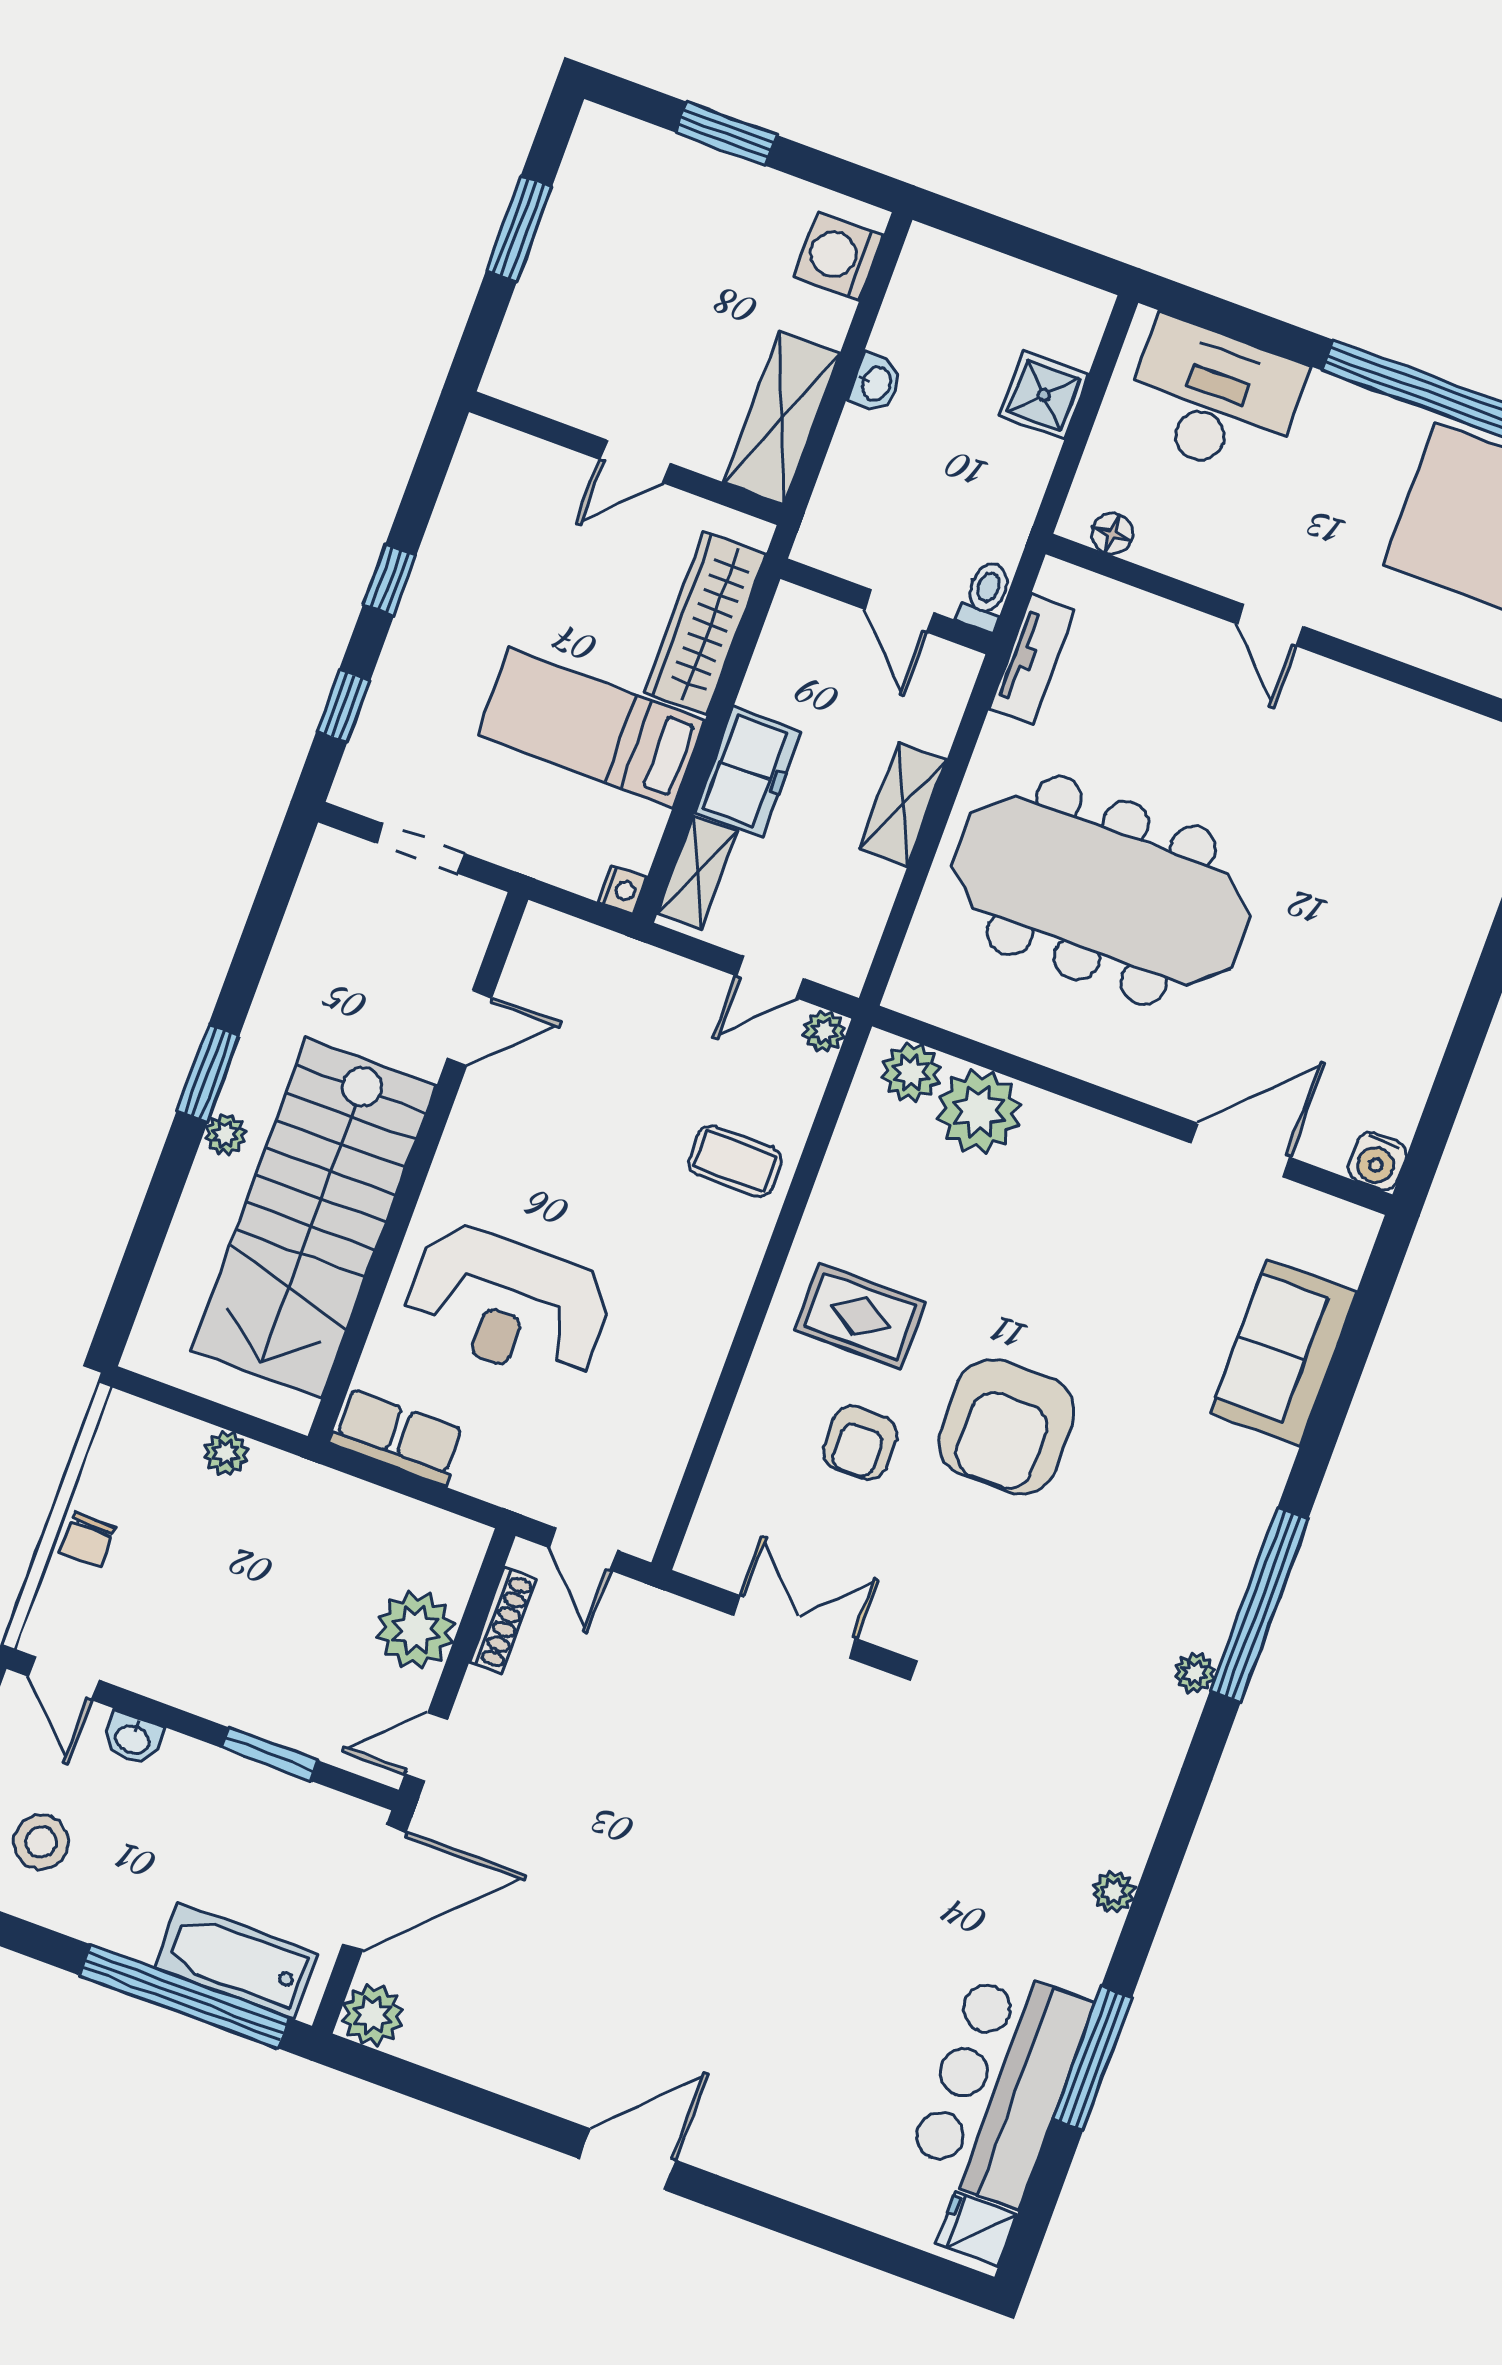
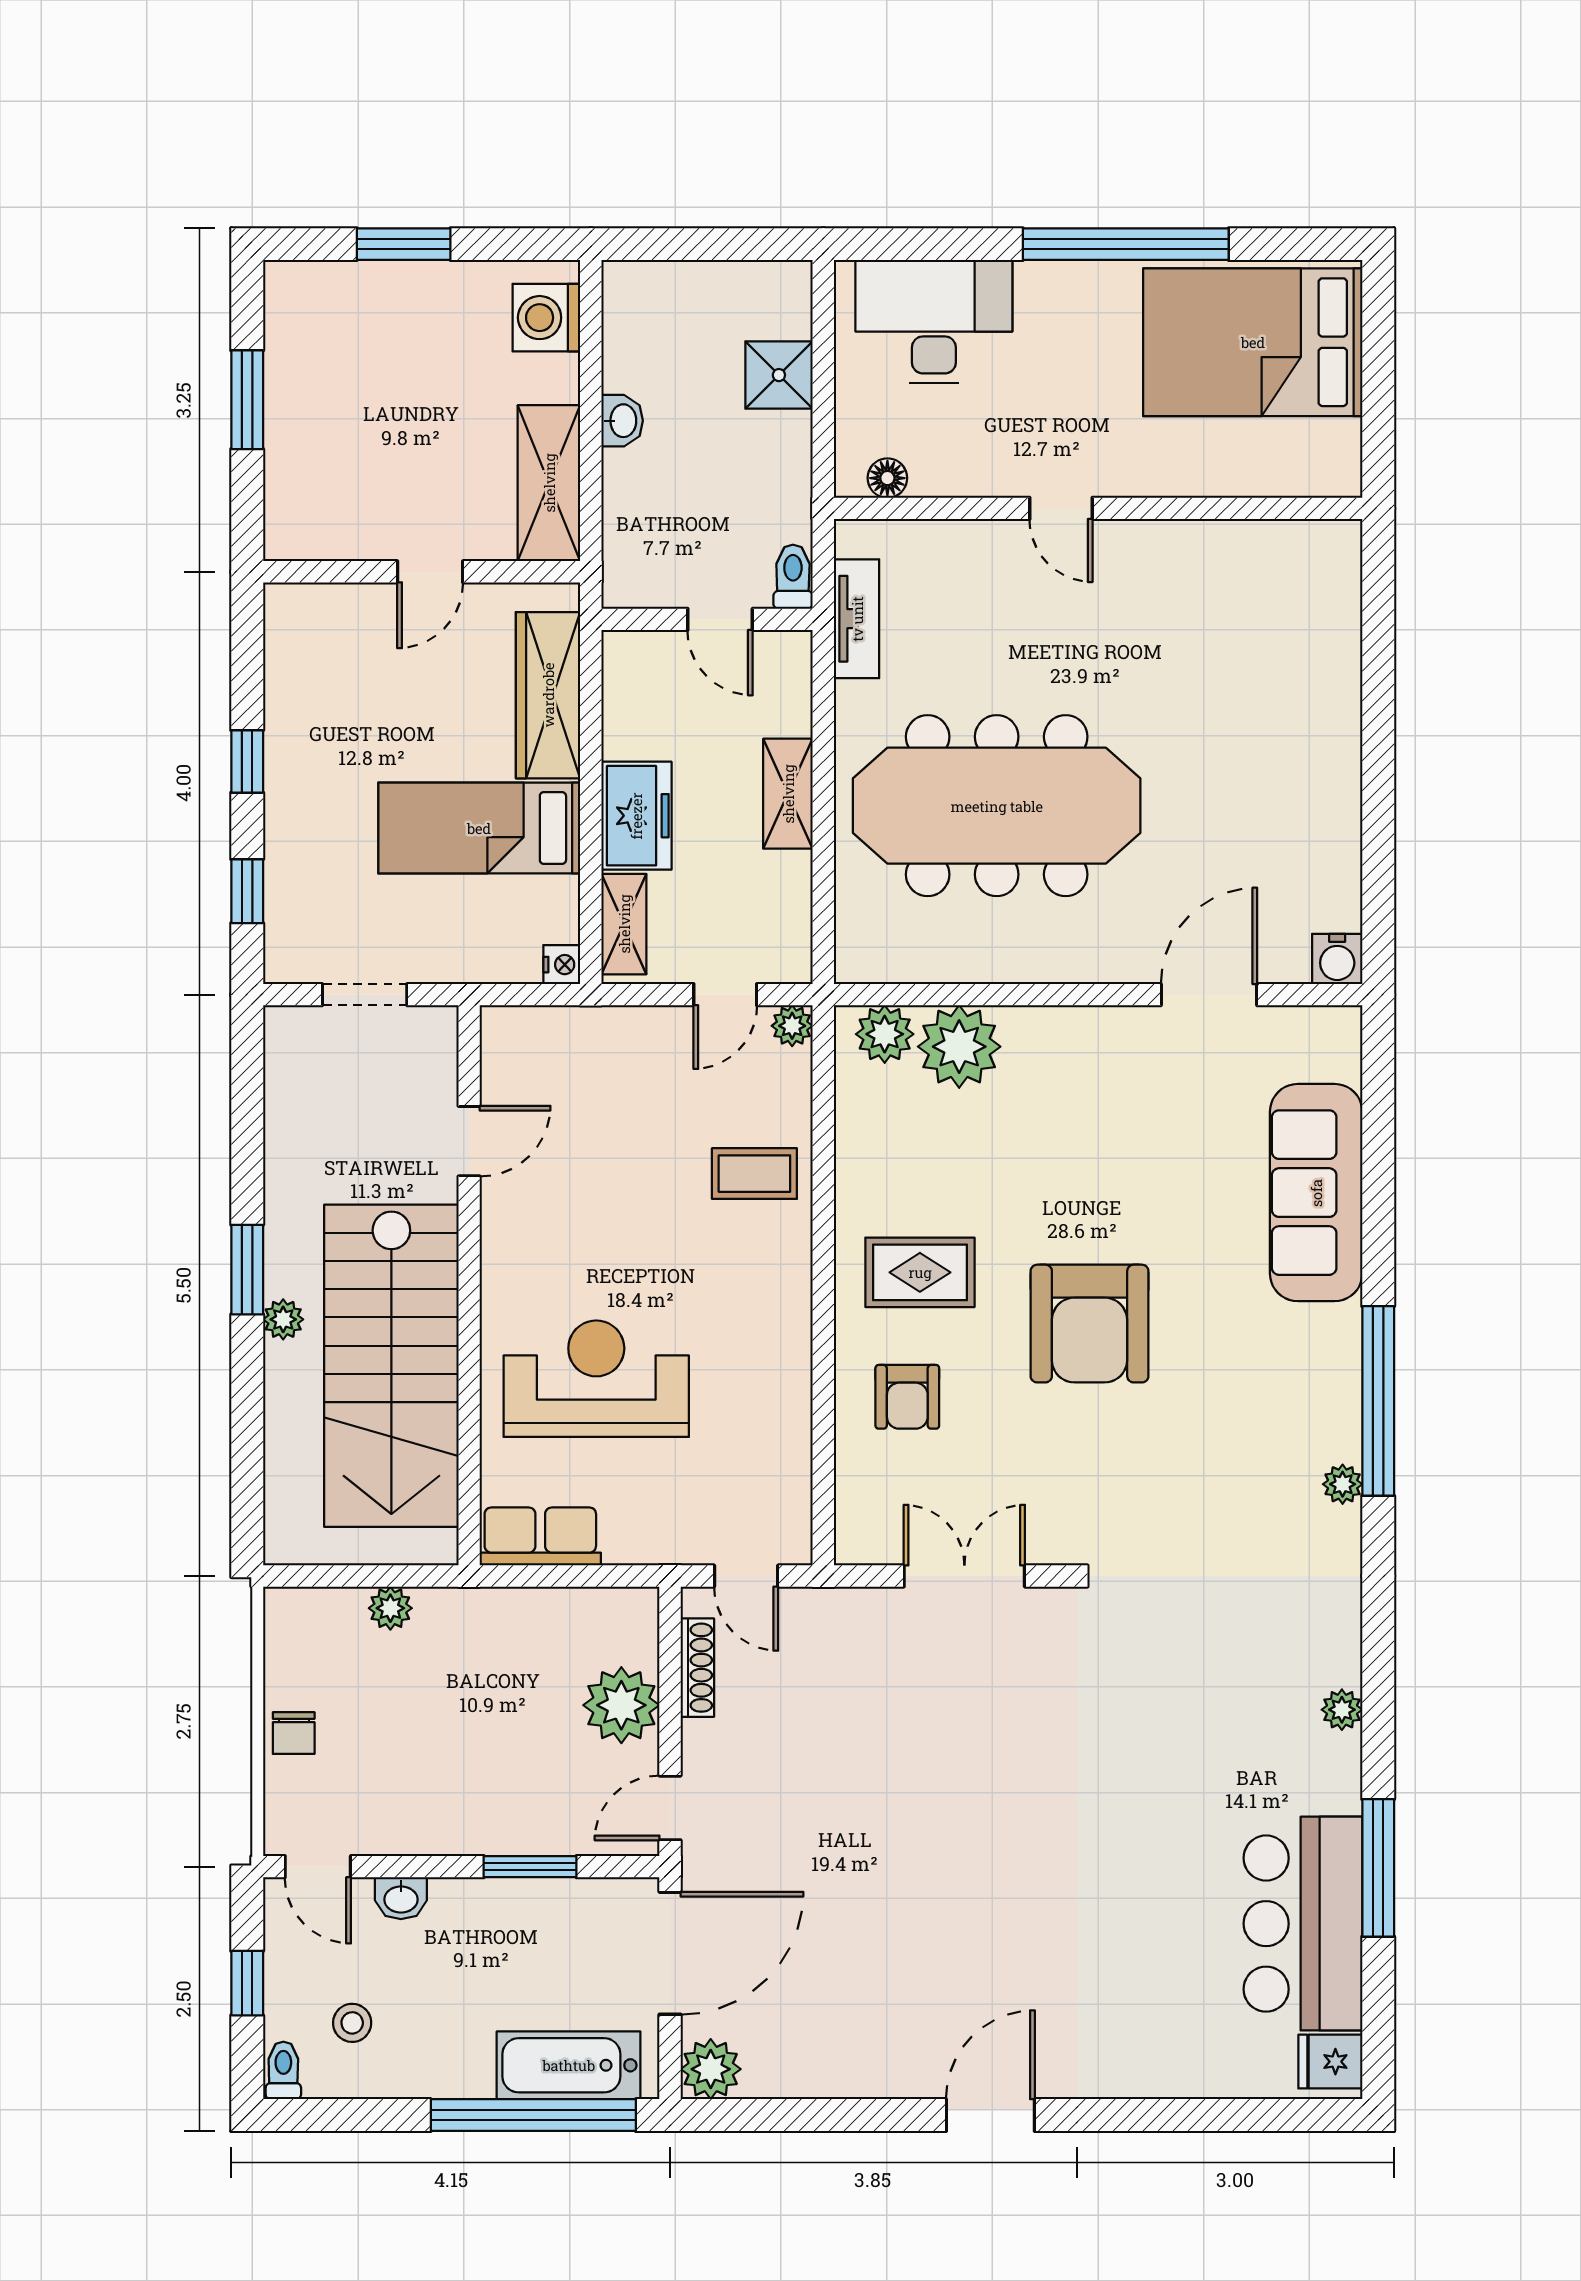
reception desk: (508, 1304) -> (596, 1379), turned 180
sofa: (1284, 1352) -> (1316, 1193), width x1.36
armchair: (860, 1443) -> (907, 1397), moved
stool: (41, 1842) -> (352, 2023), width x0.73, depth x0.73

